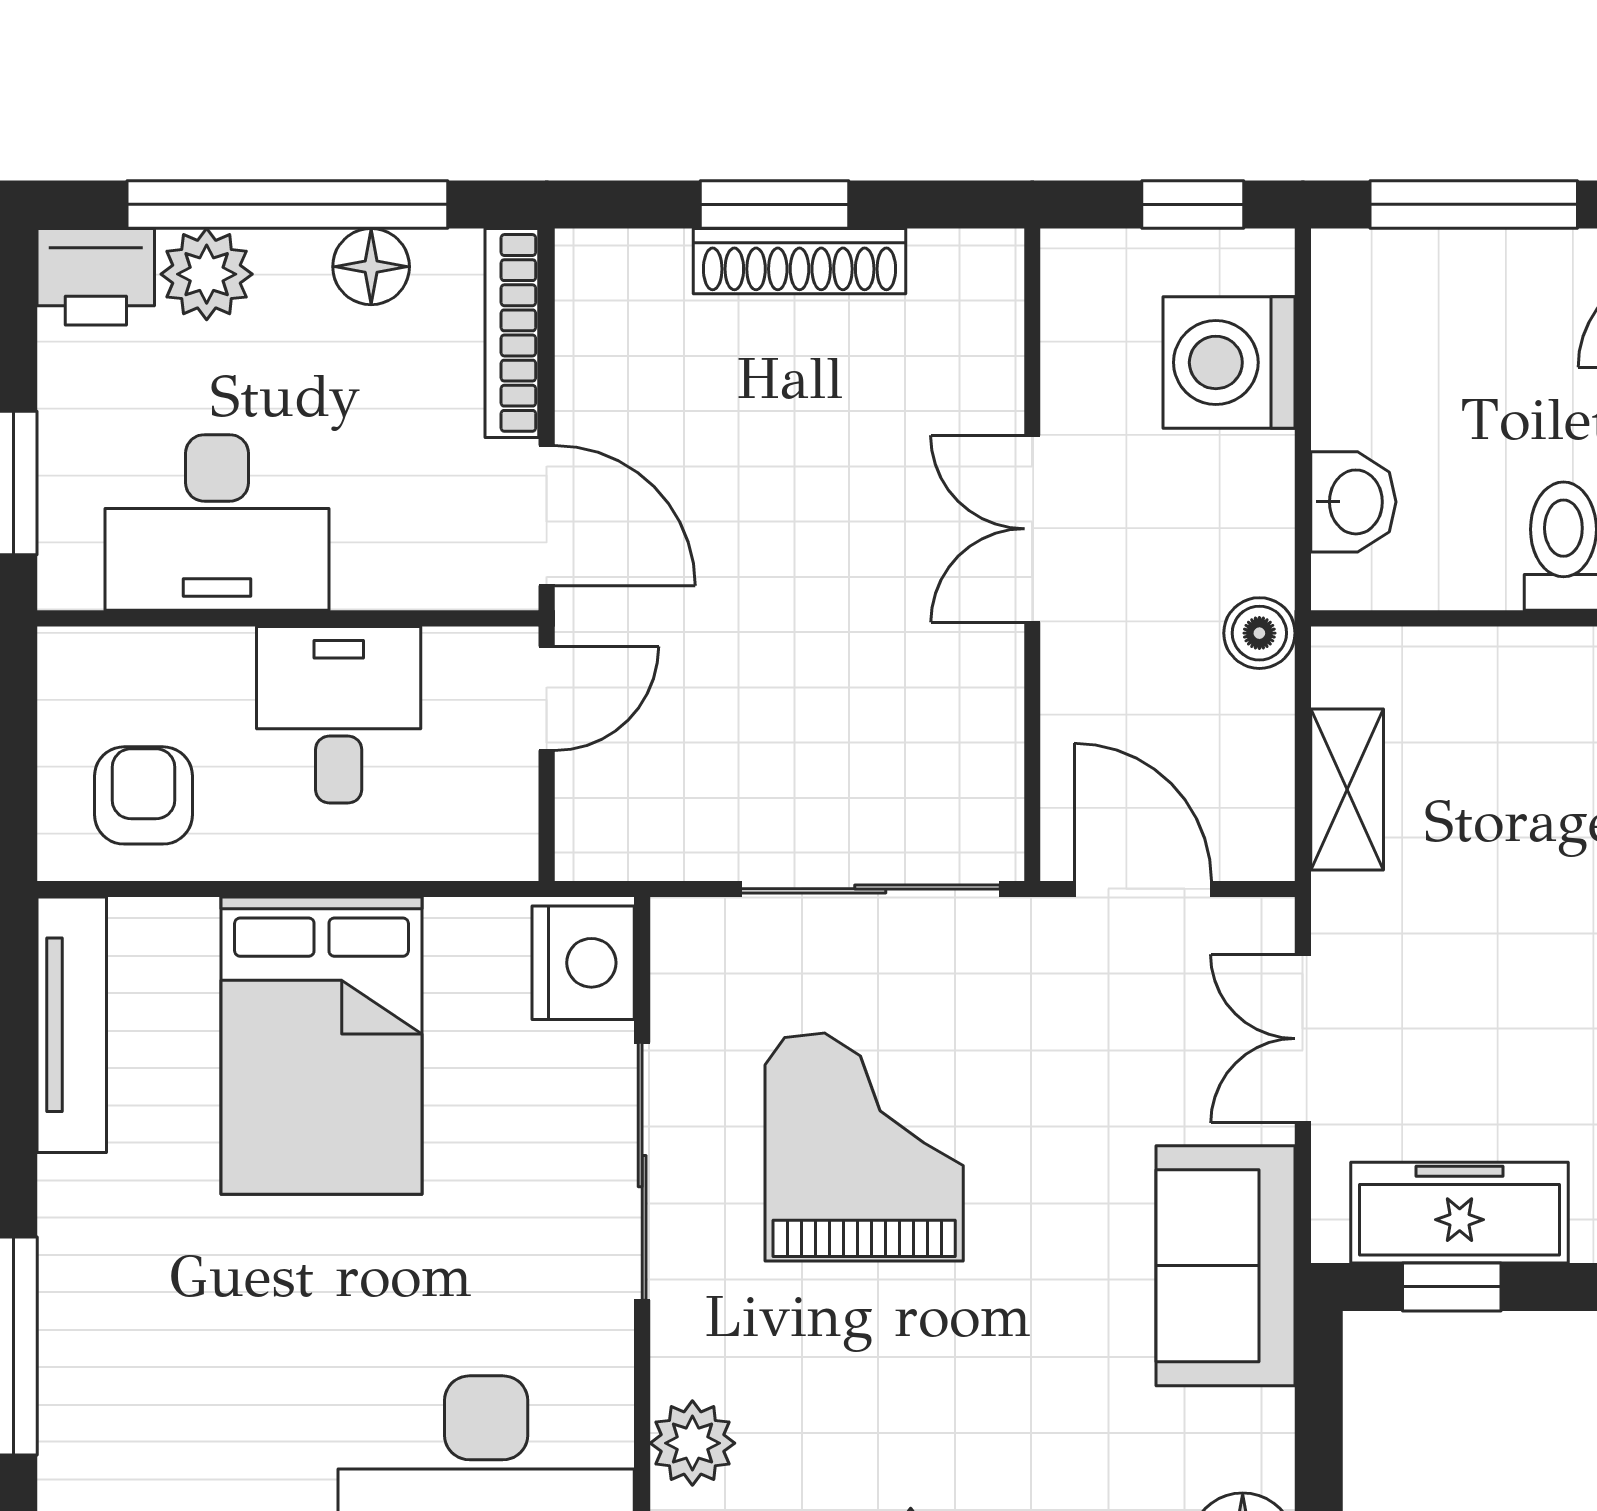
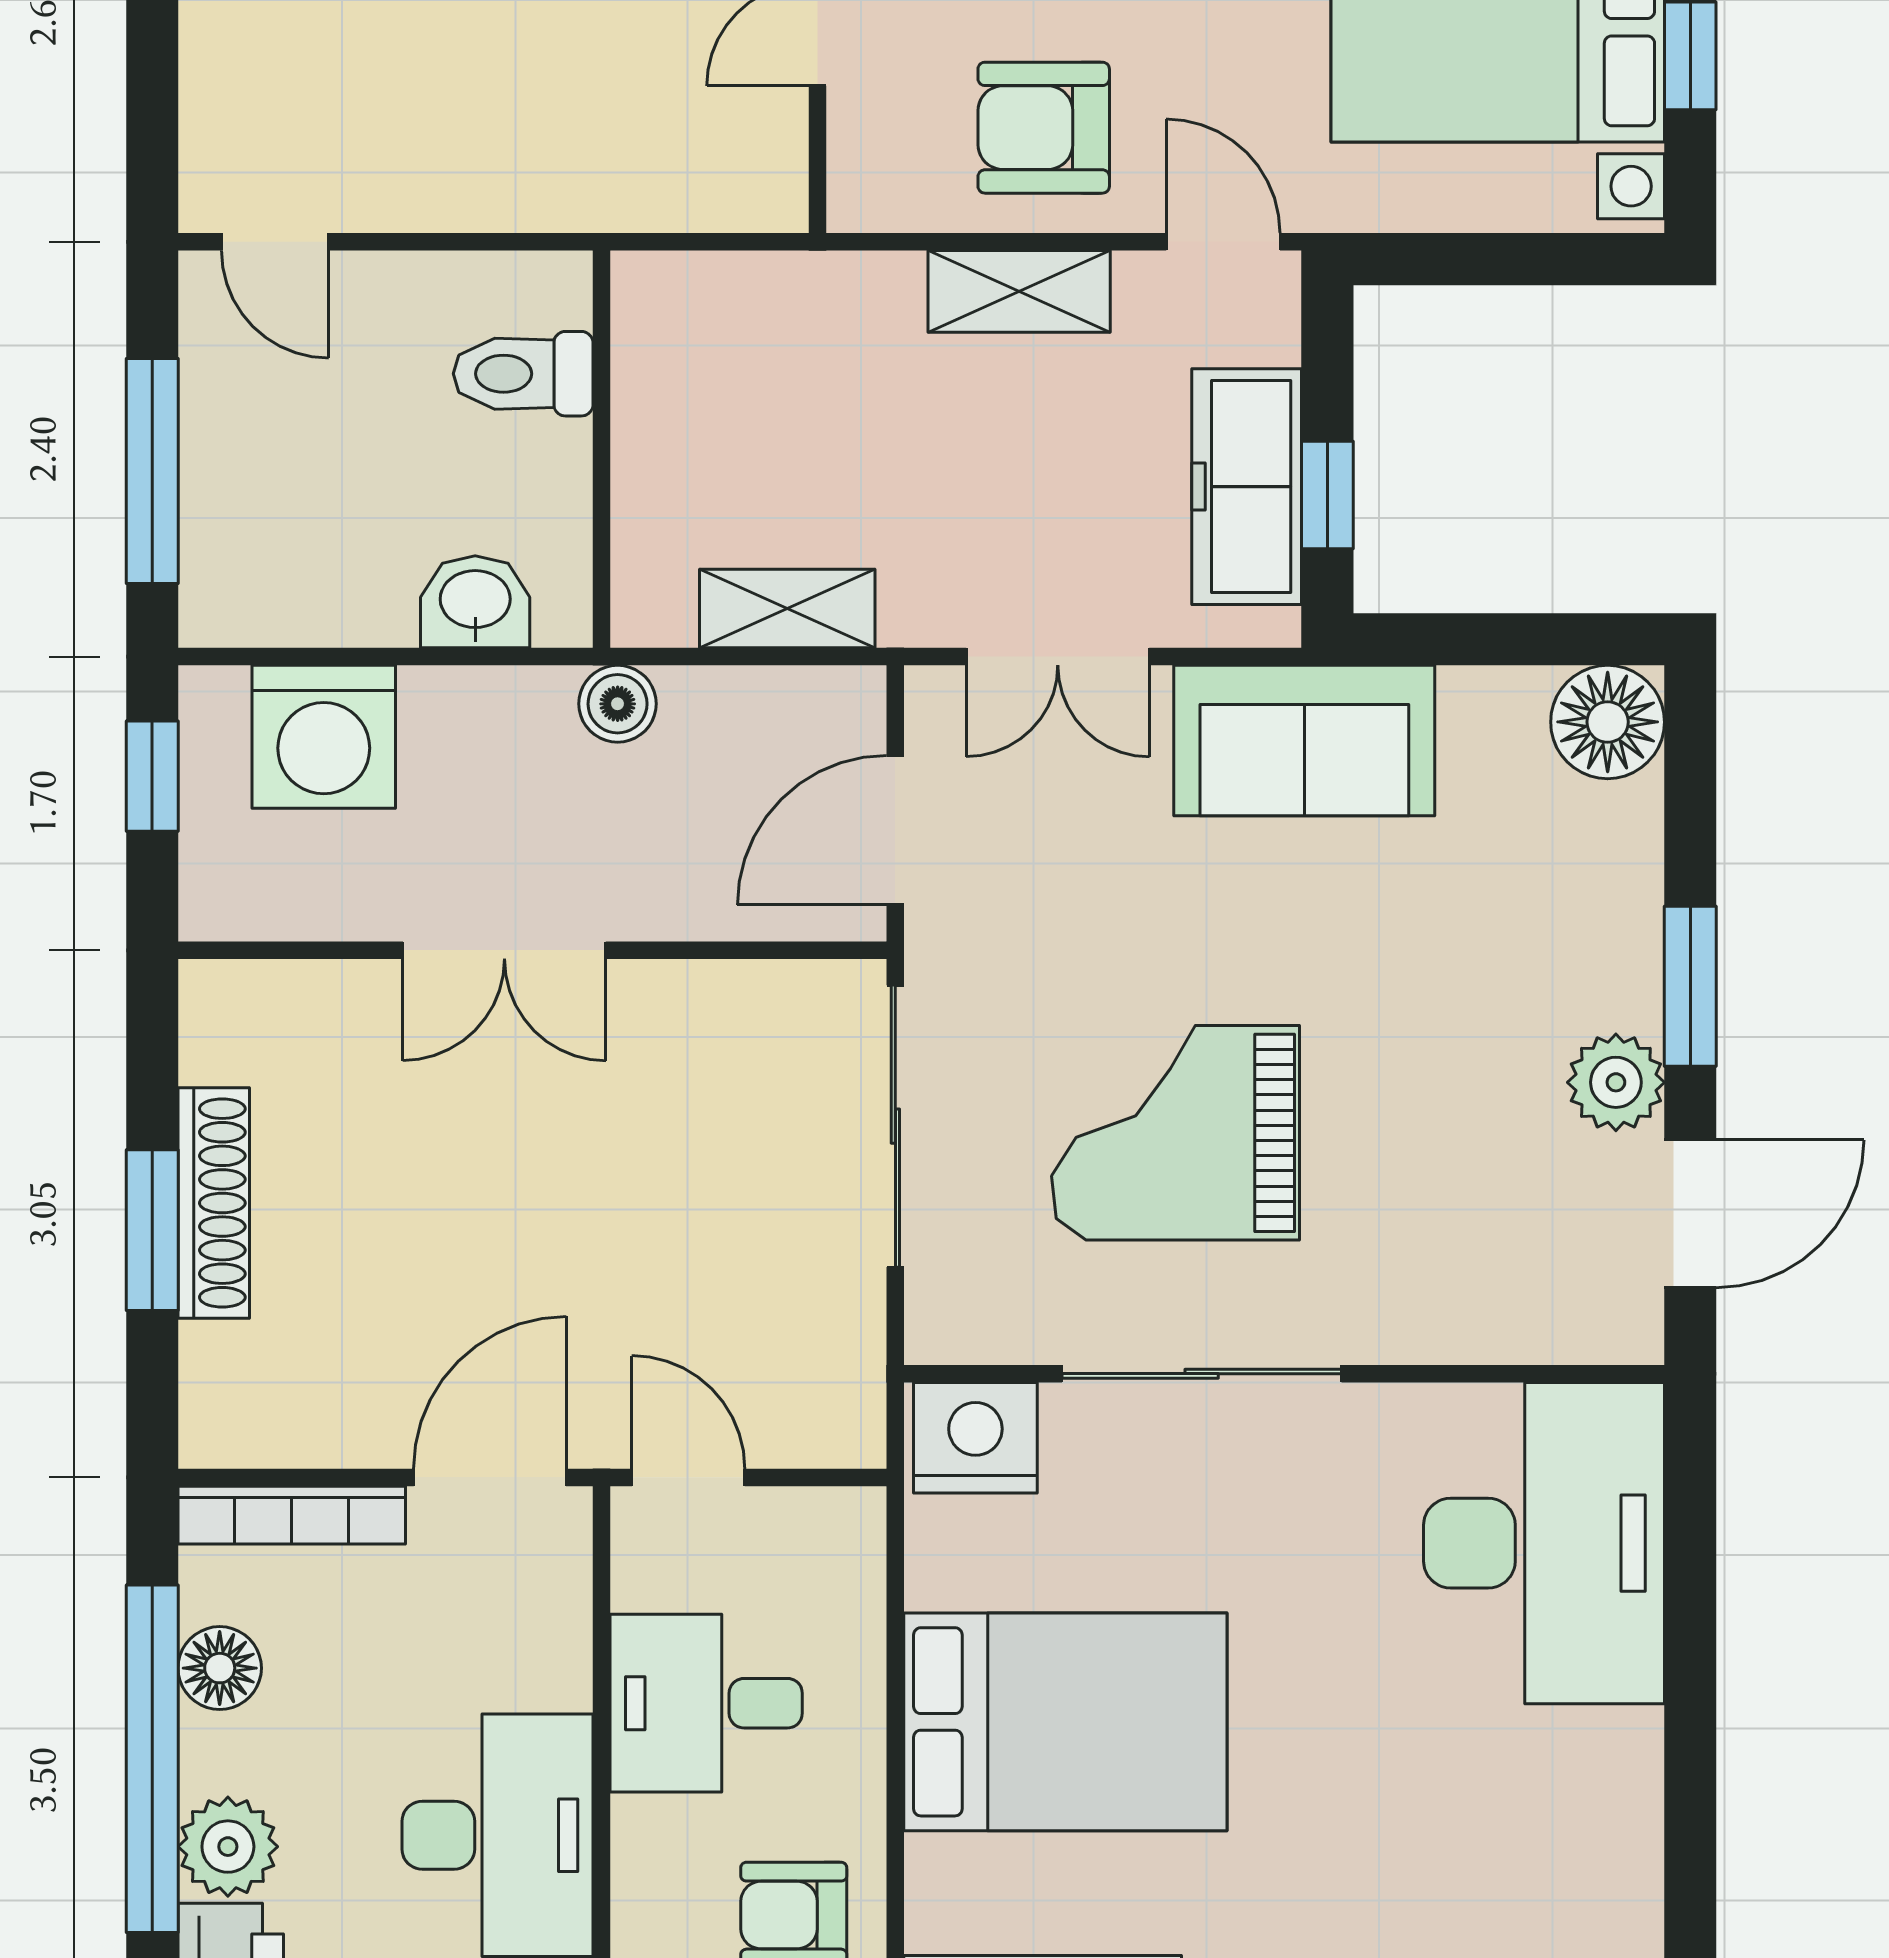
plant: (692, 1443) -> (1497, 1319), removed

